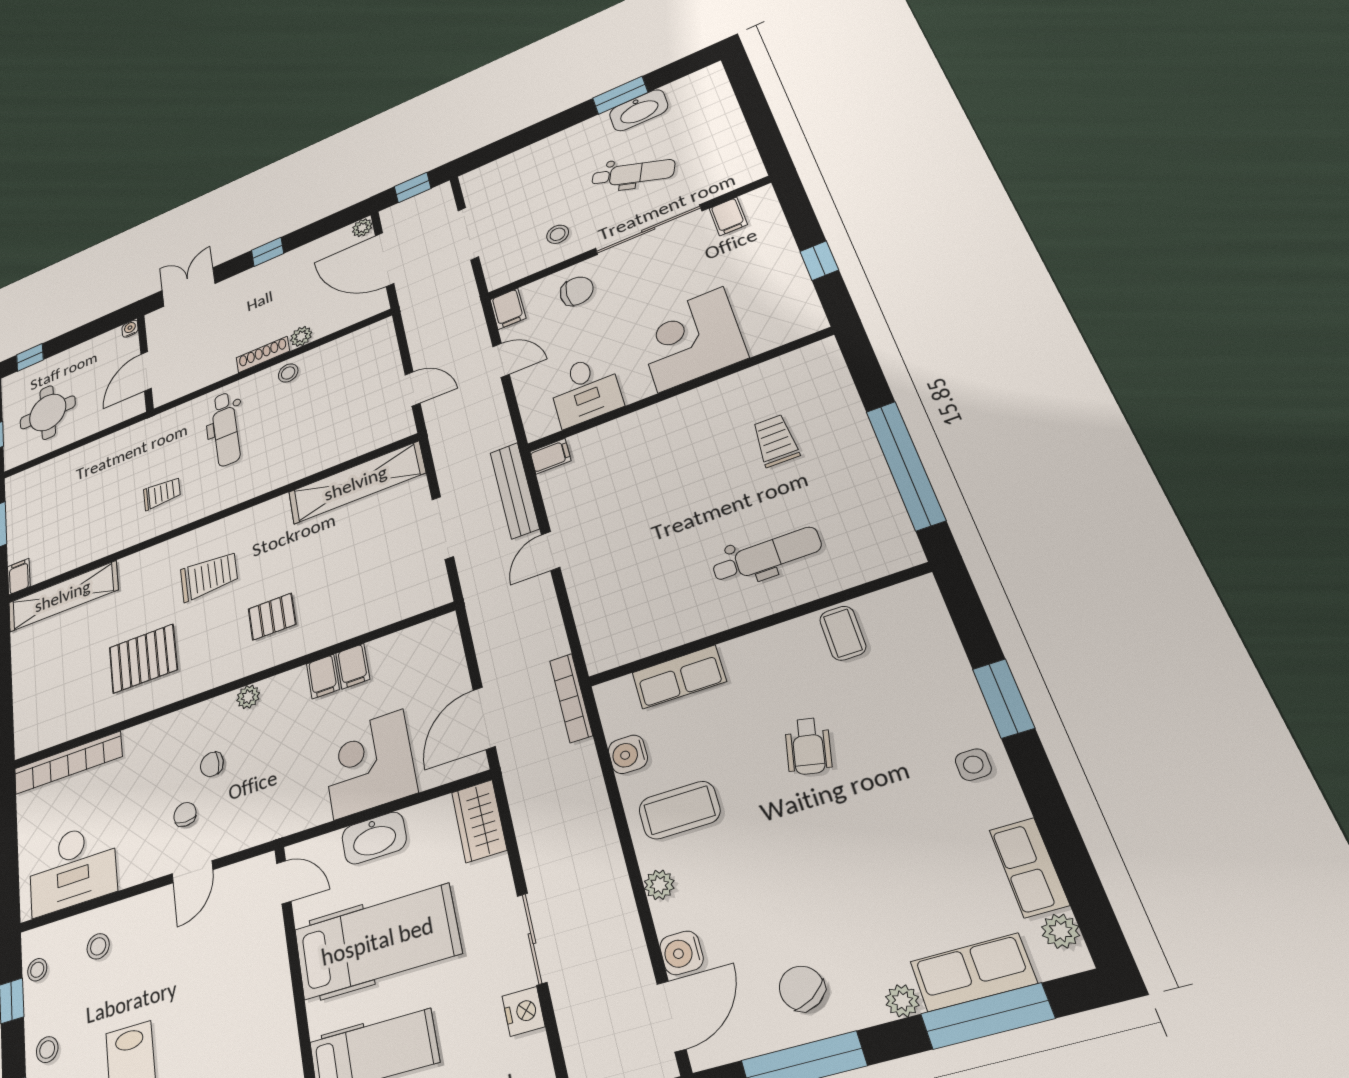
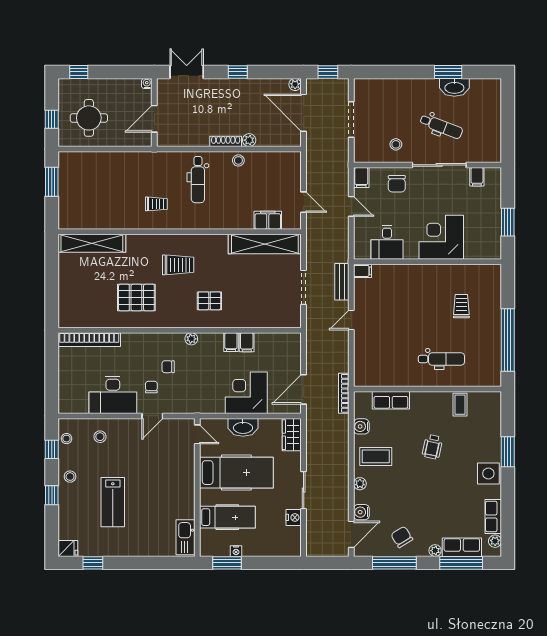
window: (819, 261) -> (508, 222), width x1.50
chair: (577, 291) -> (397, 184), turned 90
bench: (515, 490) -> (342, 282), width x0.73
filing cabinet: (19, 577) -> (268, 220), moved, width x2.00
side table: (973, 765) -> (488, 473), width x1.87, depth x1.87
desk: (73, 868) -> (113, 395), moved

